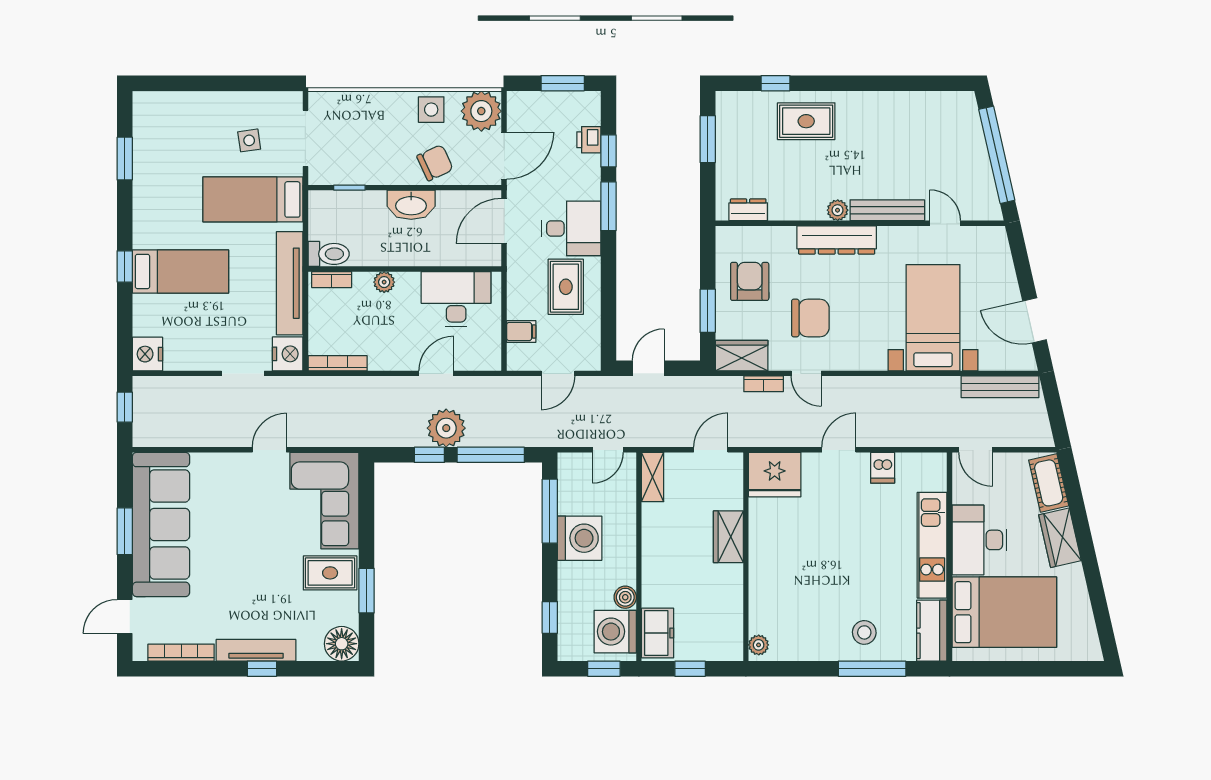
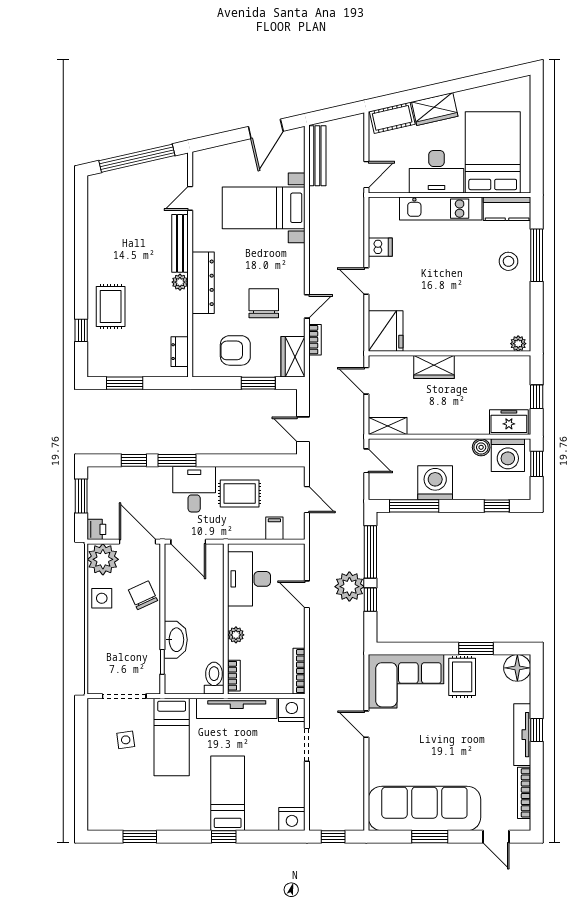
printer: (589, 140) -> (96, 529), moved, turned -90
washbasin: (411, 205) -> (176, 640), moved

